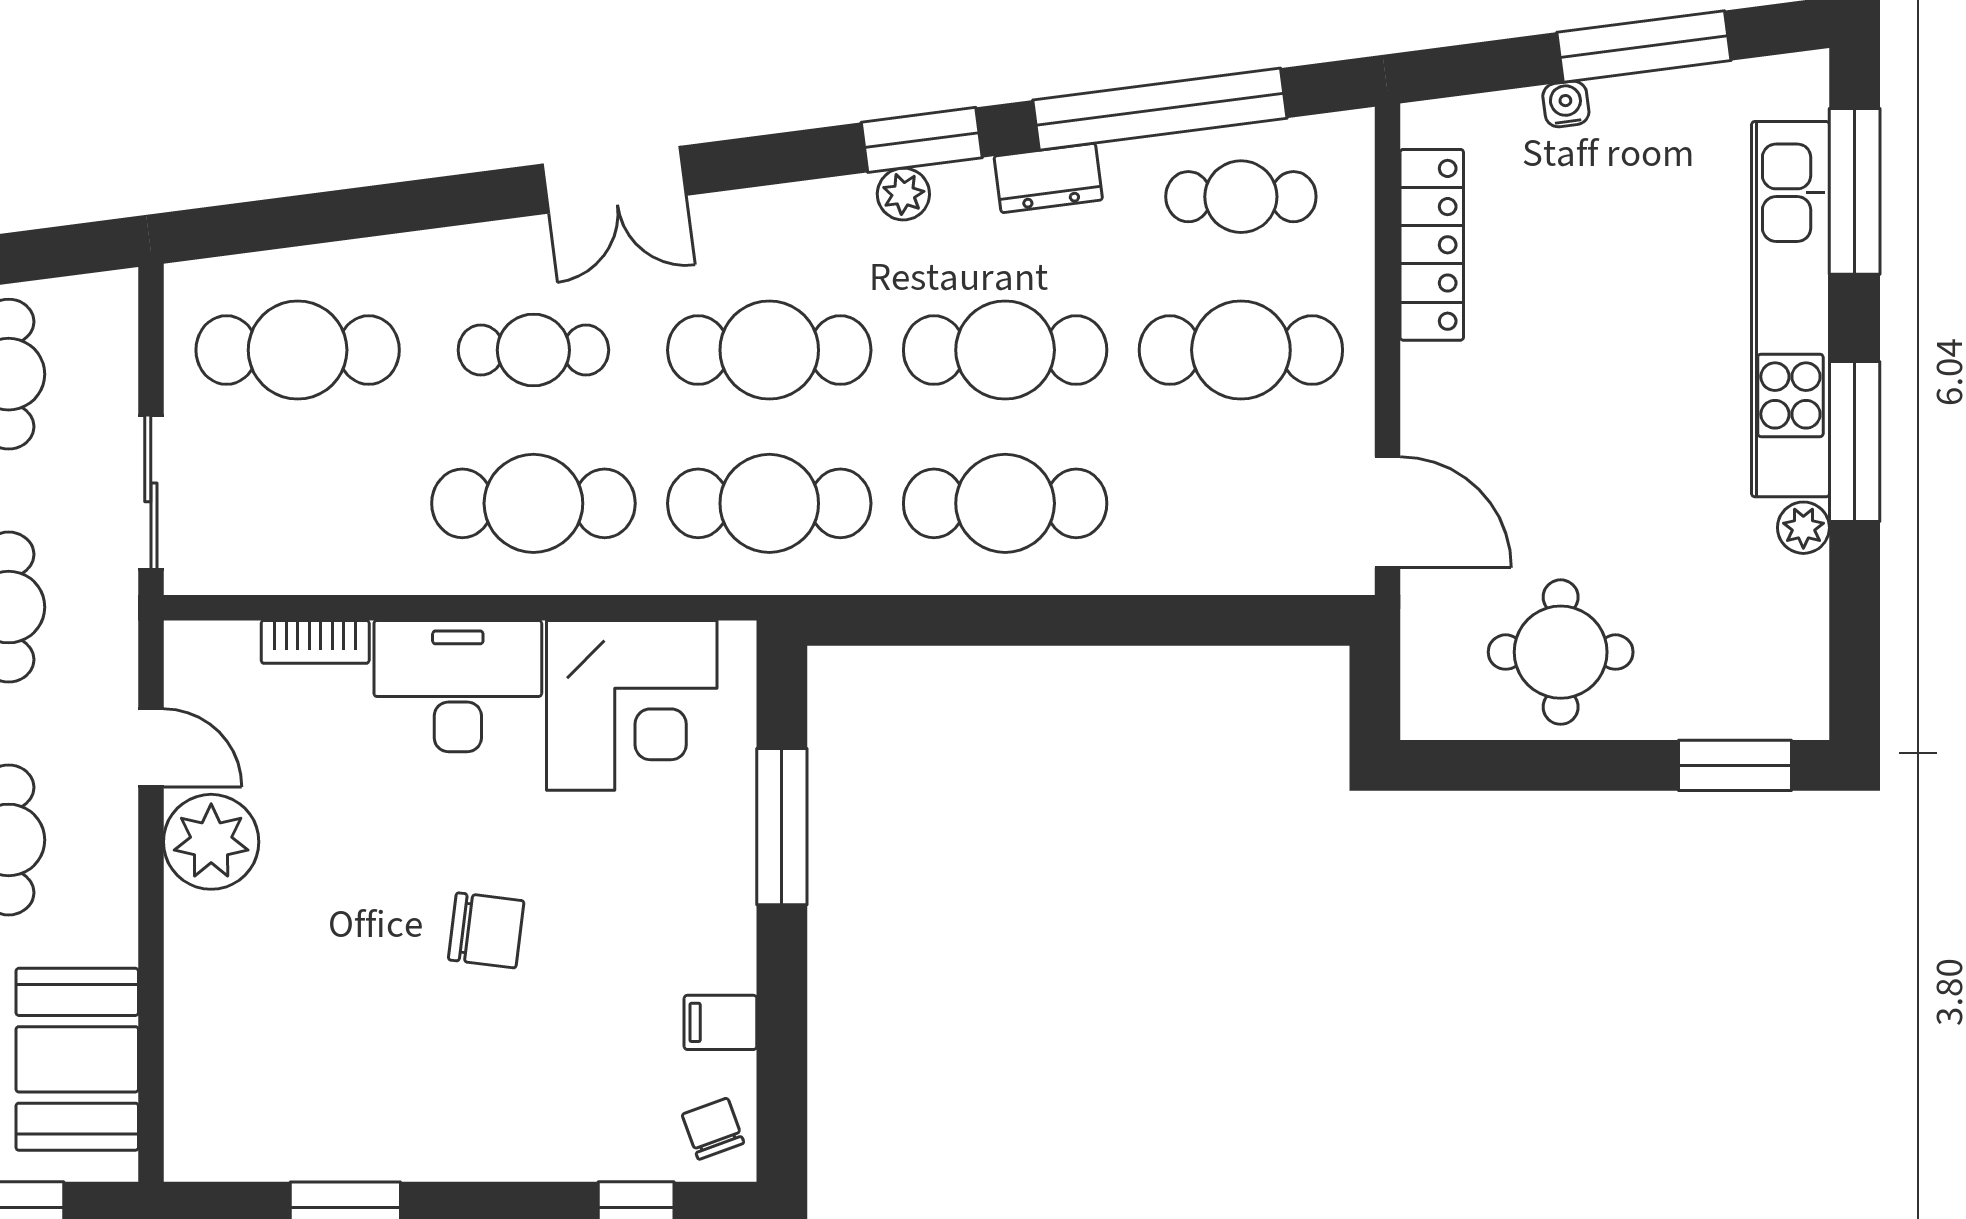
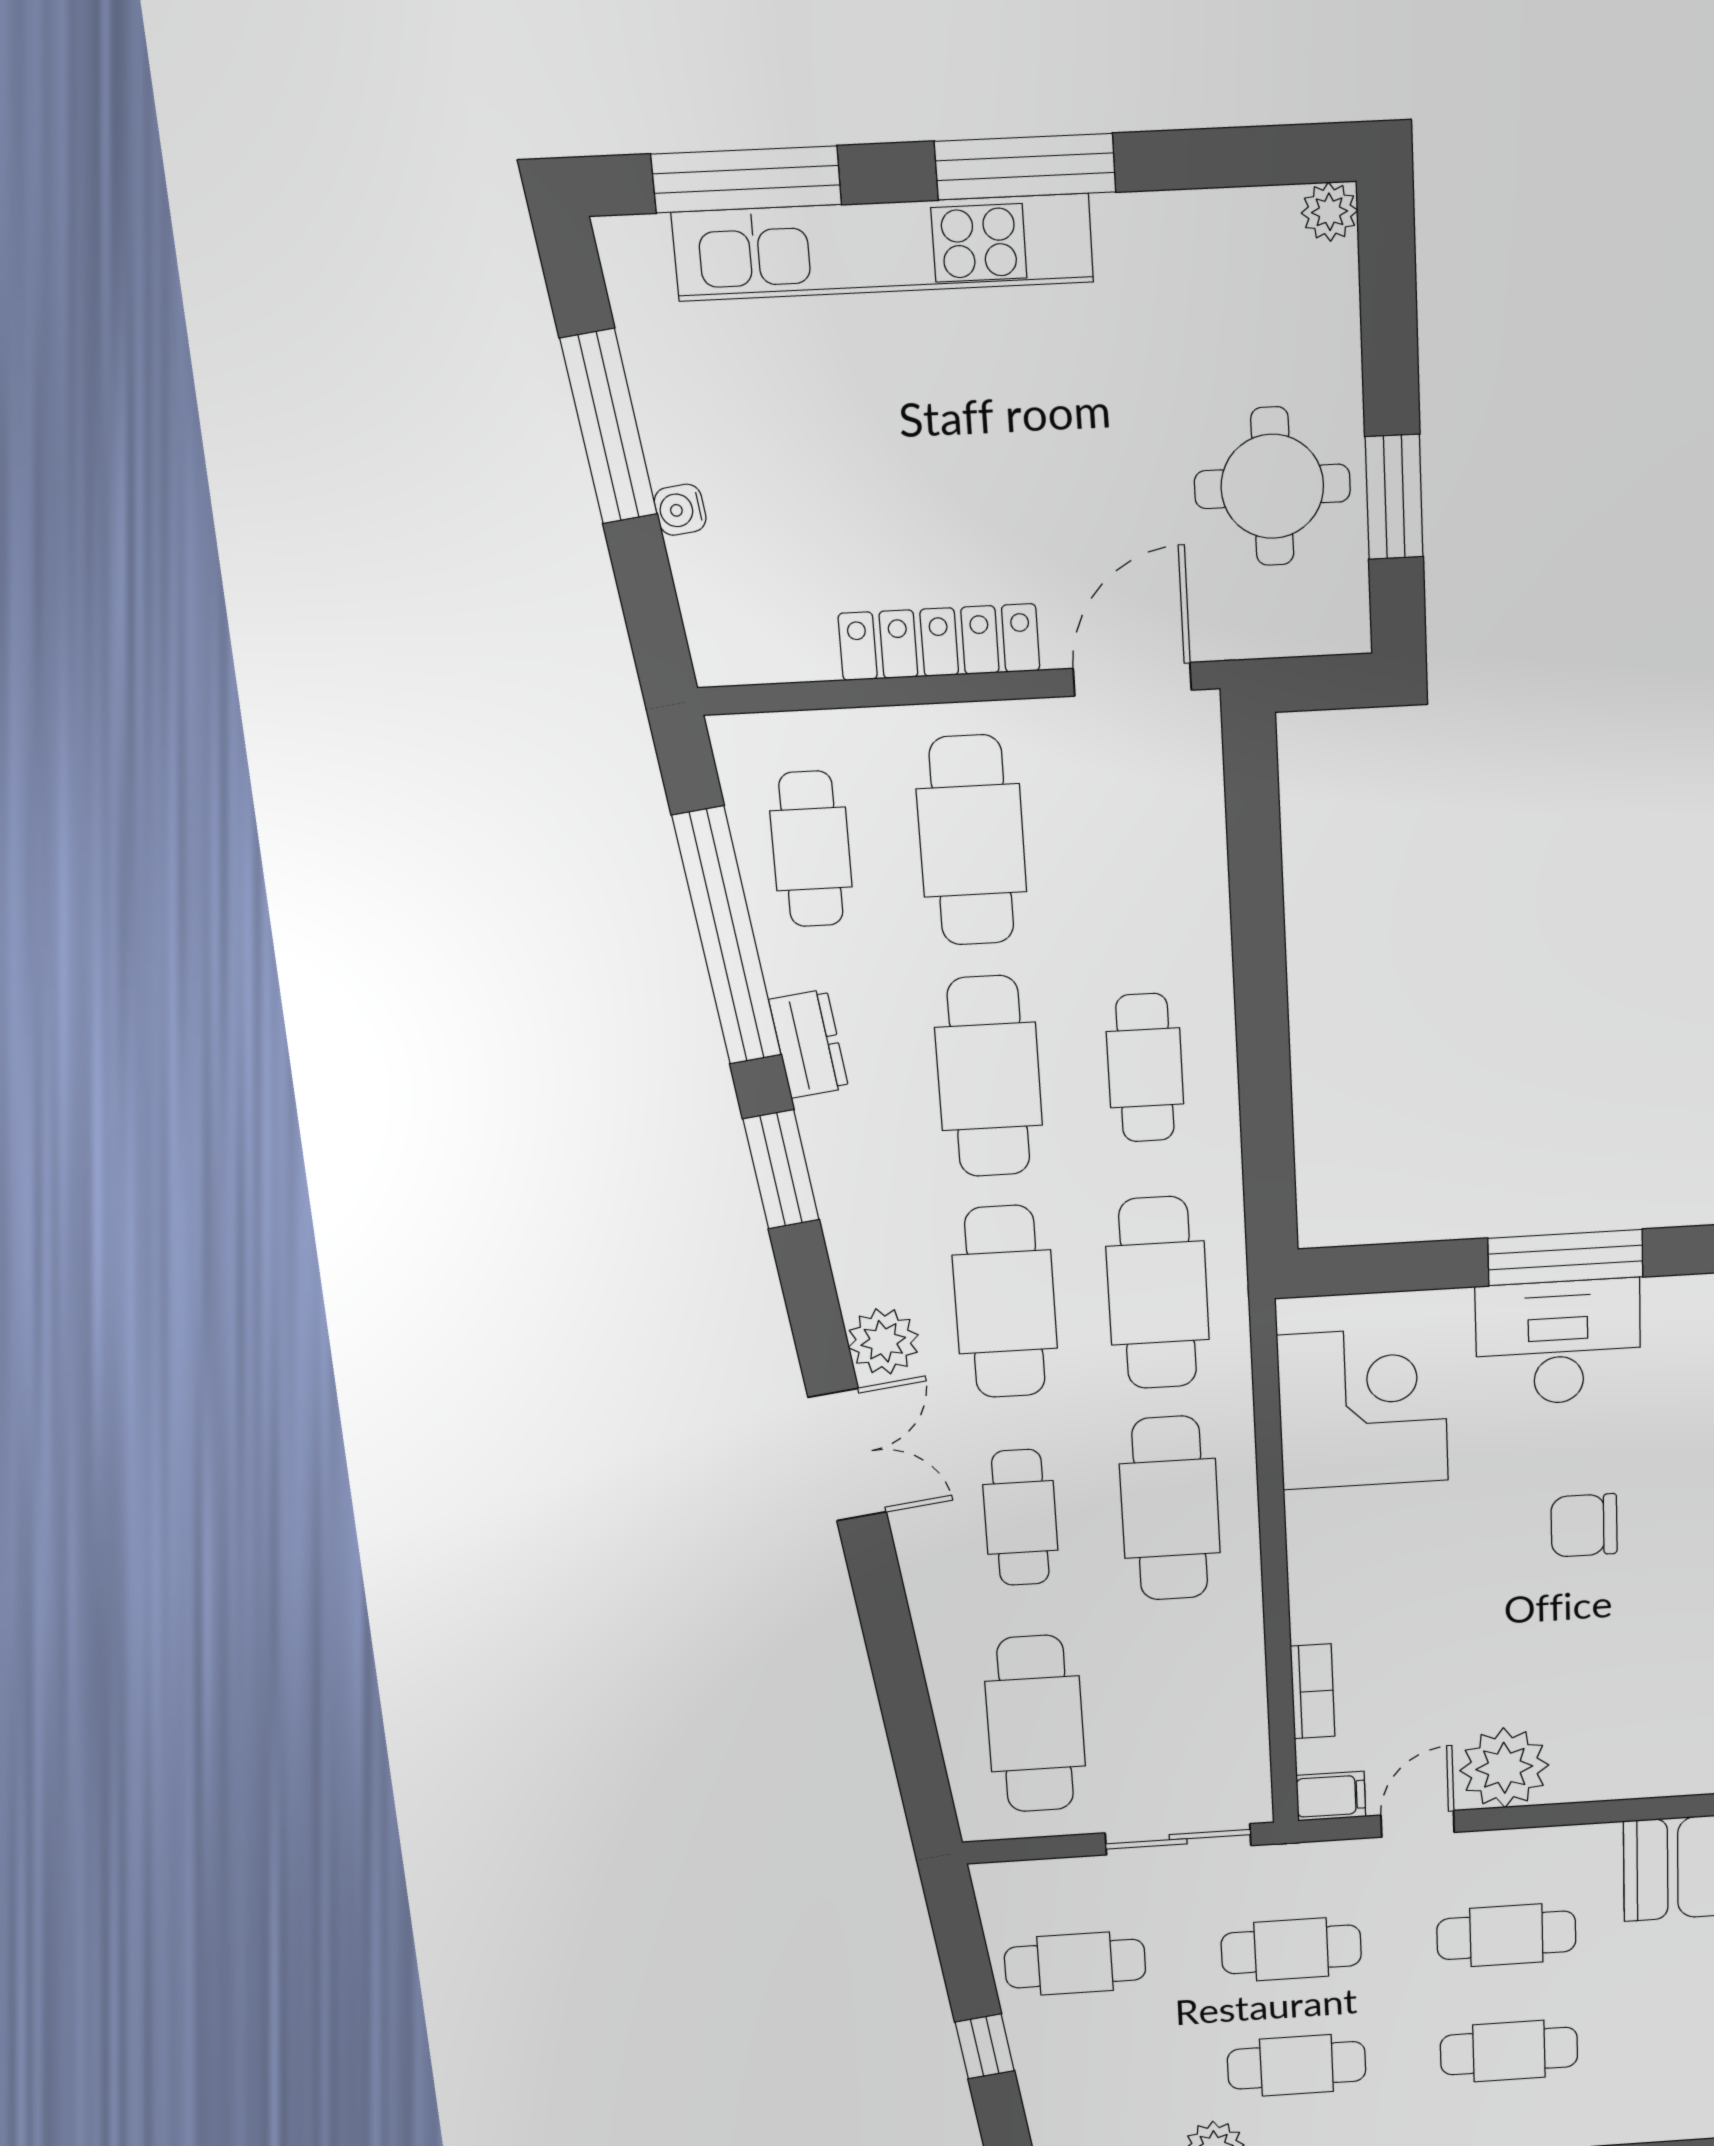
plant: (903, 194) -> (883, 1341), moved, width x1.38, depth x1.38
locker: (1432, 245) -> (939, 642), moved
cafe table: (1005, 503) -> (1145, 1068), width x0.73, depth x0.74
plant: (1803, 528) -> (1330, 212), moved
desk: (458, 686) -> (1558, 1342), moved, turned 90
window: (1735, 765) -> (1394, 497), moved
window: (782, 827) -> (1565, 1258), moved
chair: (486, 930) -> (1584, 1525), turned -97
filing cabinet: (720, 1022) -> (1331, 1796), moved, turned -90

